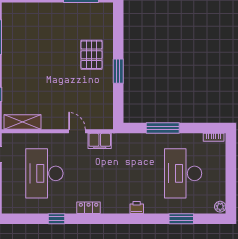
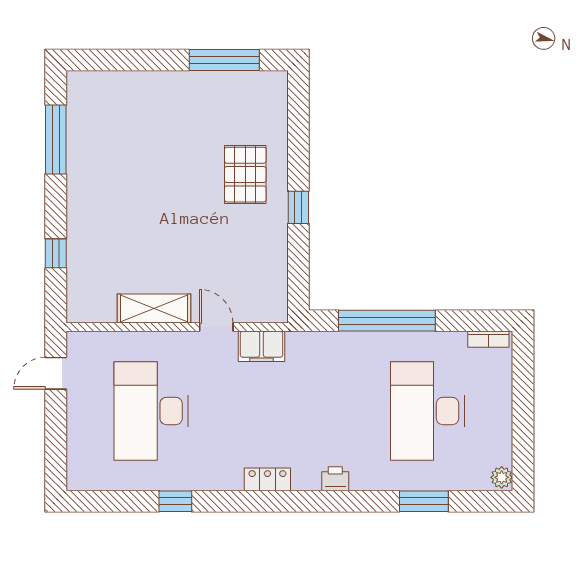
window: (118, 71) -> (298, 207), width x0.67
shelving: (22, 122) -> (154, 309), moved
window: (163, 128) -> (387, 321), width x1.46
locker: (89, 208) -> (267, 479), moved

